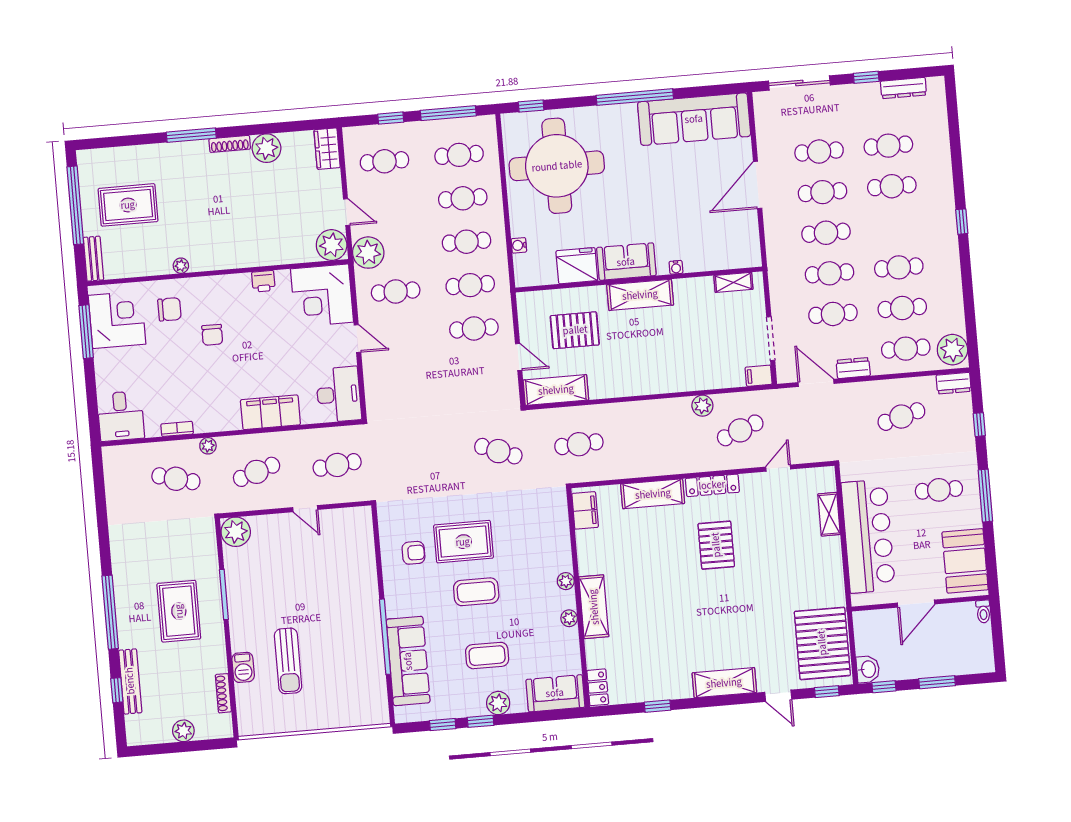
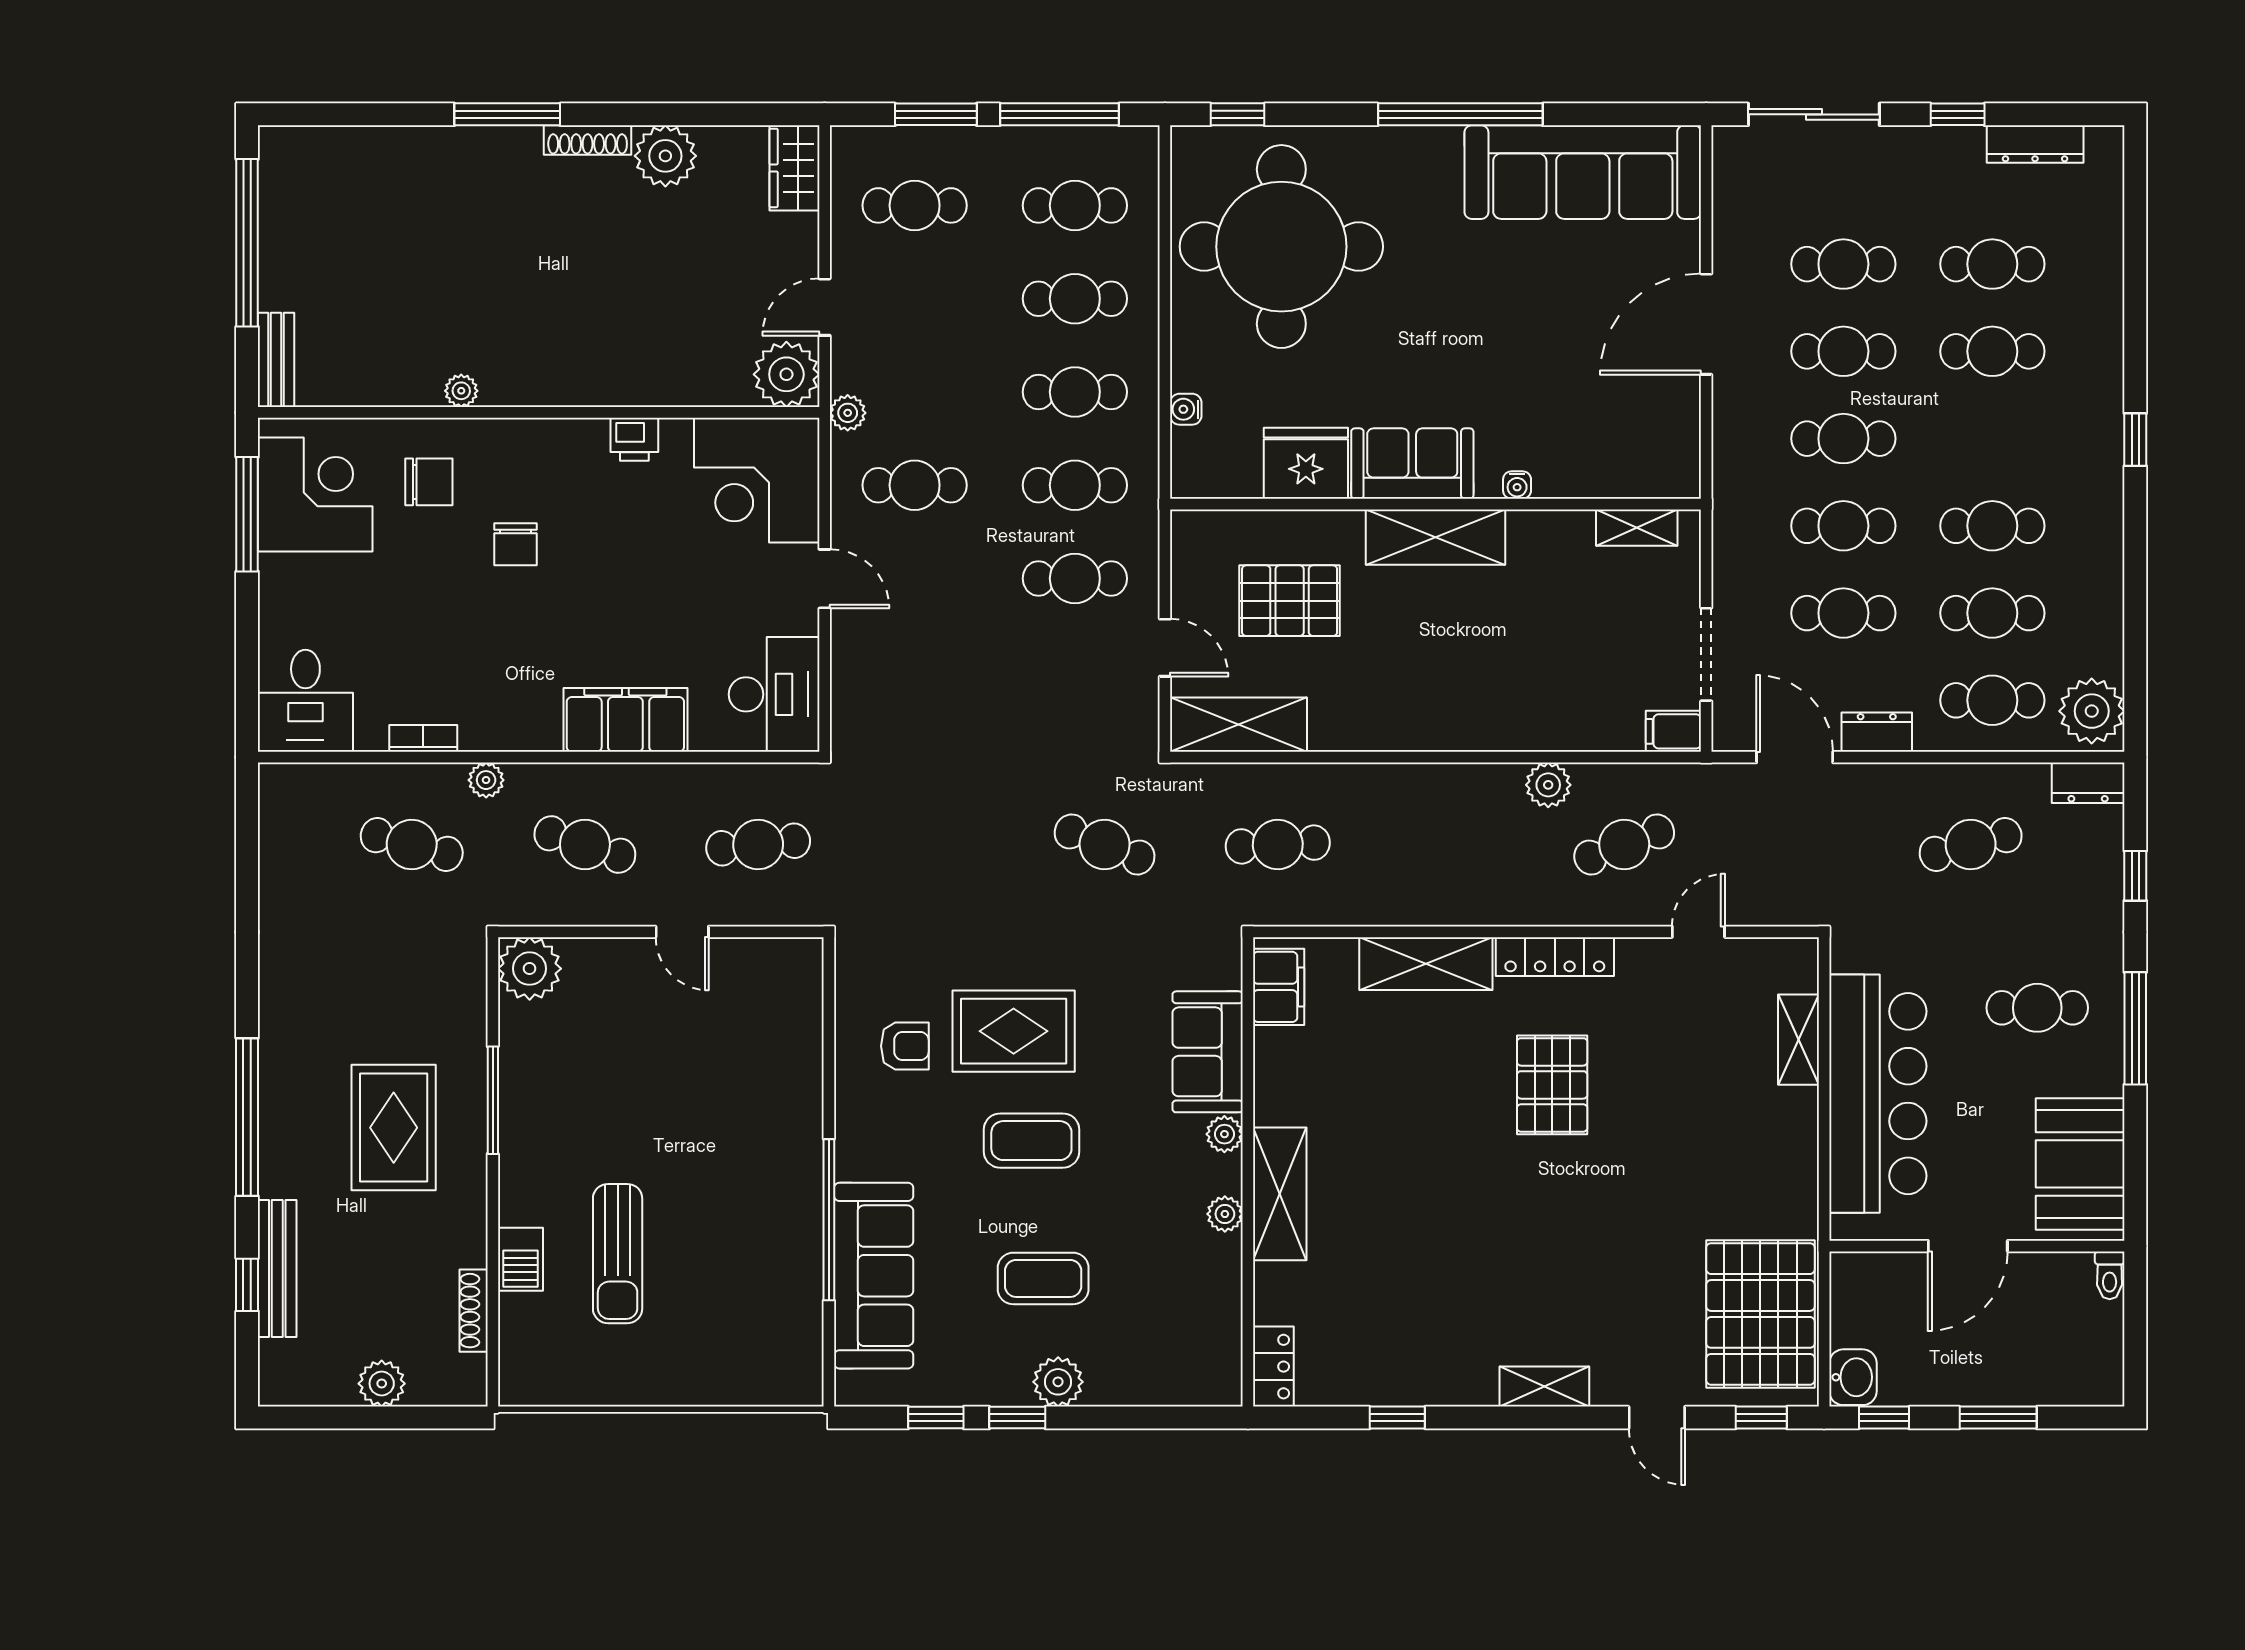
window: (391, 118) -> (936, 114), width x1.50
rug: (128, 205) -> (360, 252), removed
door: (347, 212) -> (825, 307), swing flipped
plant: (368, 253) -> (848, 413), width x0.53, depth x0.53
cafe table: (257, 472) -> (585, 845), turned 36
shelving: (724, 683) -> (1544, 1387), width x0.67, depth x0.75
sofa: (555, 693) -> (1208, 1052), moved, turned -90

